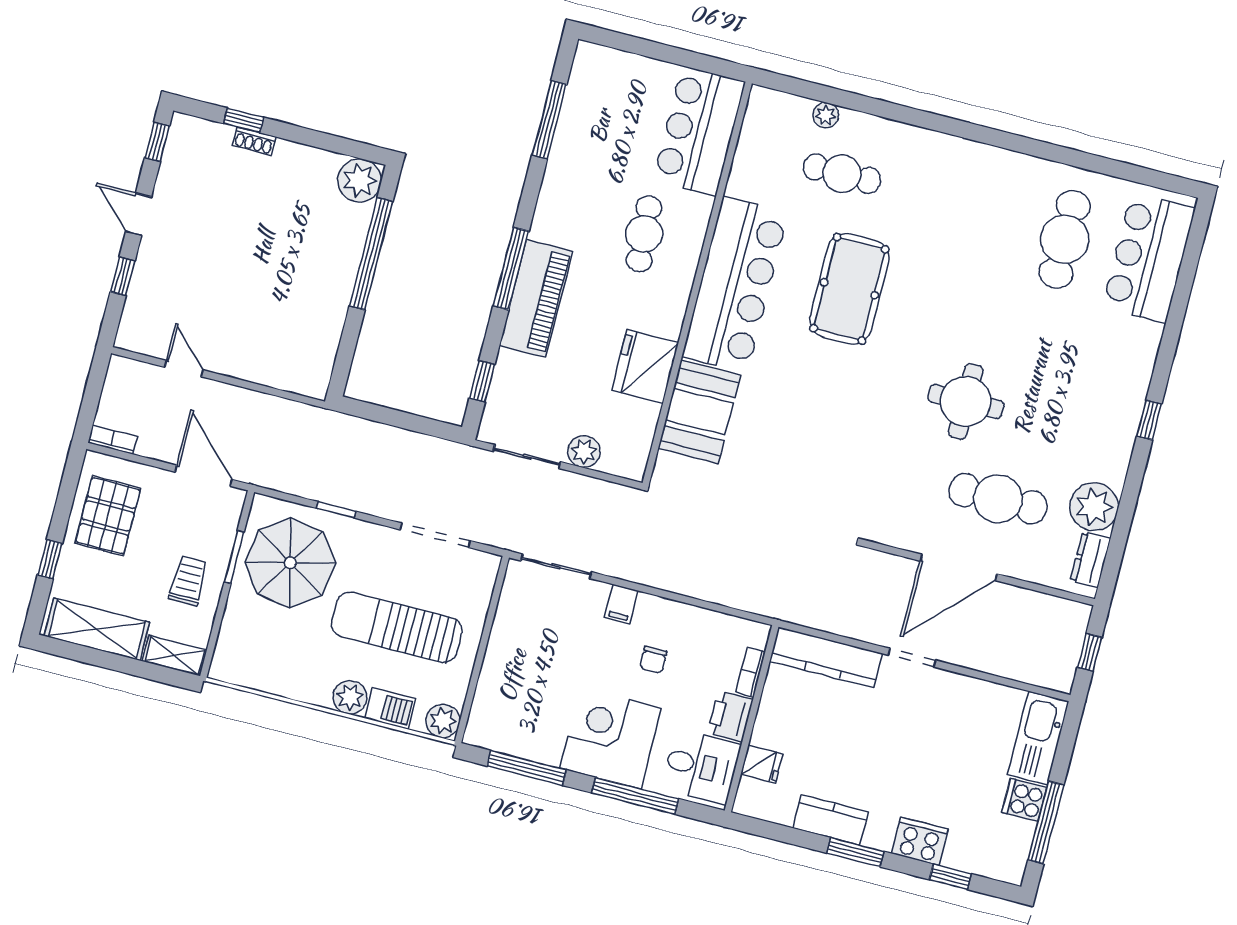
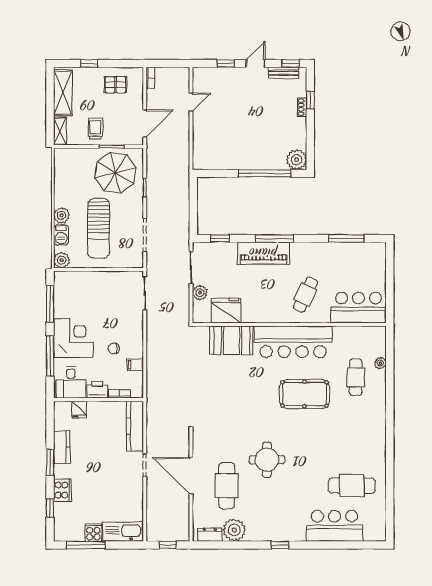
bench: (173, 161) -> (283, 73), added
cafe table: (644, 234) -> (306, 295), turned -61
bar counter: (1149, 258) -> (335, 526), moved
fridge: (645, 367) -> (226, 311), moved
pallet: (108, 516) -> (116, 85), width x0.67, depth x0.71
trolley: (188, 581) -> (95, 129), turned -90
filing cabinet: (621, 604) -> (135, 365), moved
sun lounger: (397, 627) -> (99, 228), turned 180

